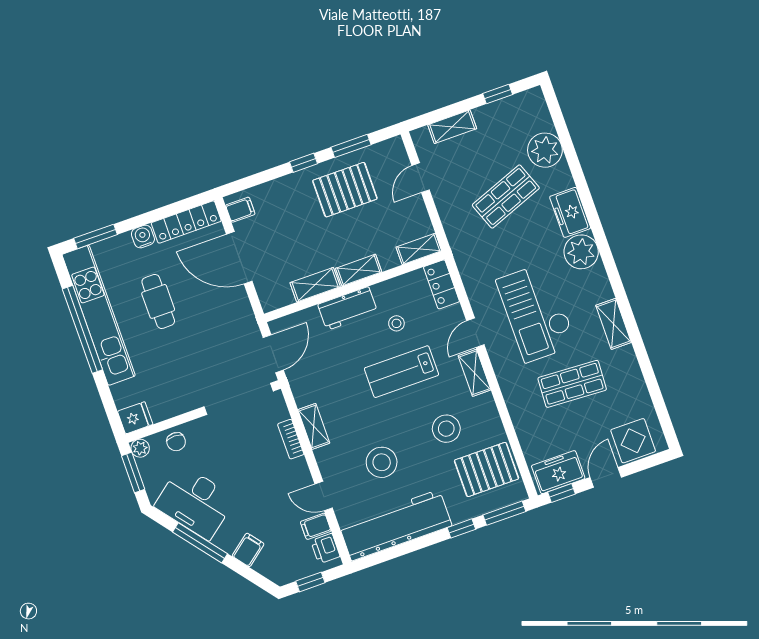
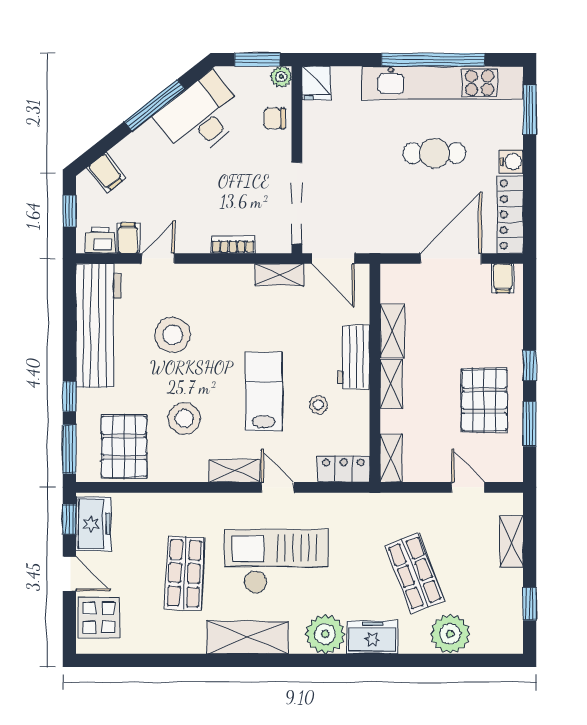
shelving: (613, 324) -> (248, 637), width x1.50, depth x1.33
shelving: (314, 426) -> (280, 275), moved
filing cabinet: (248, 550) -> (106, 173), moved

